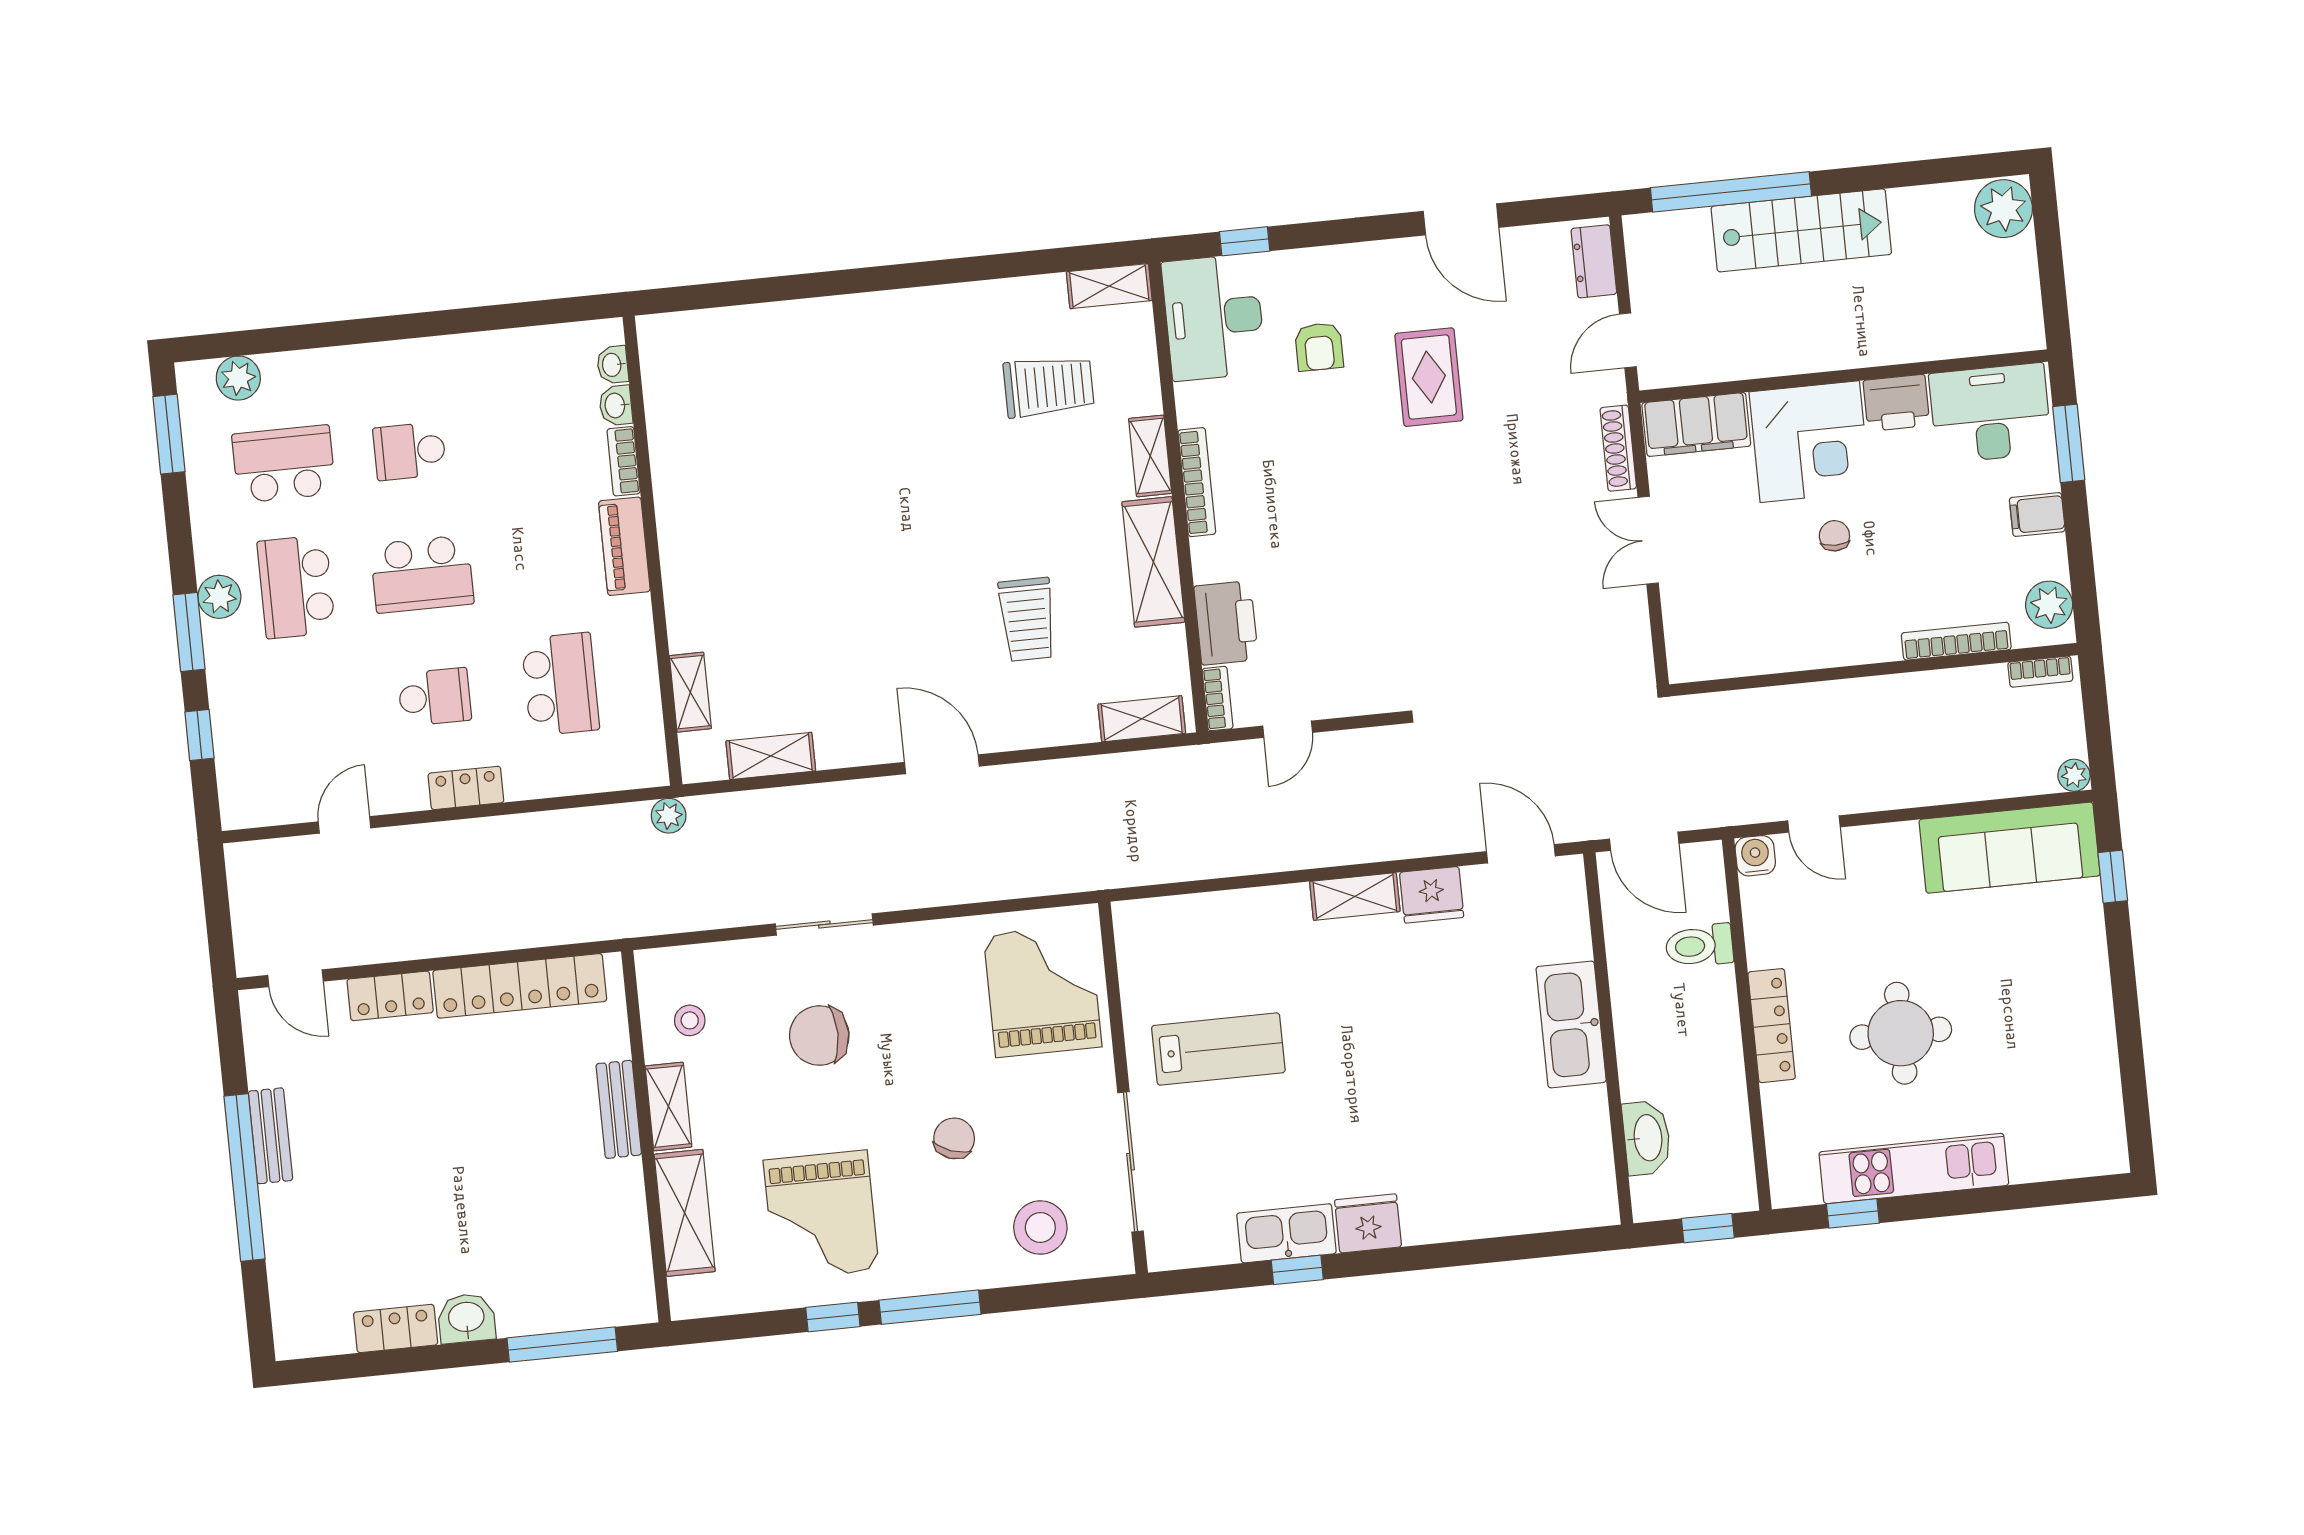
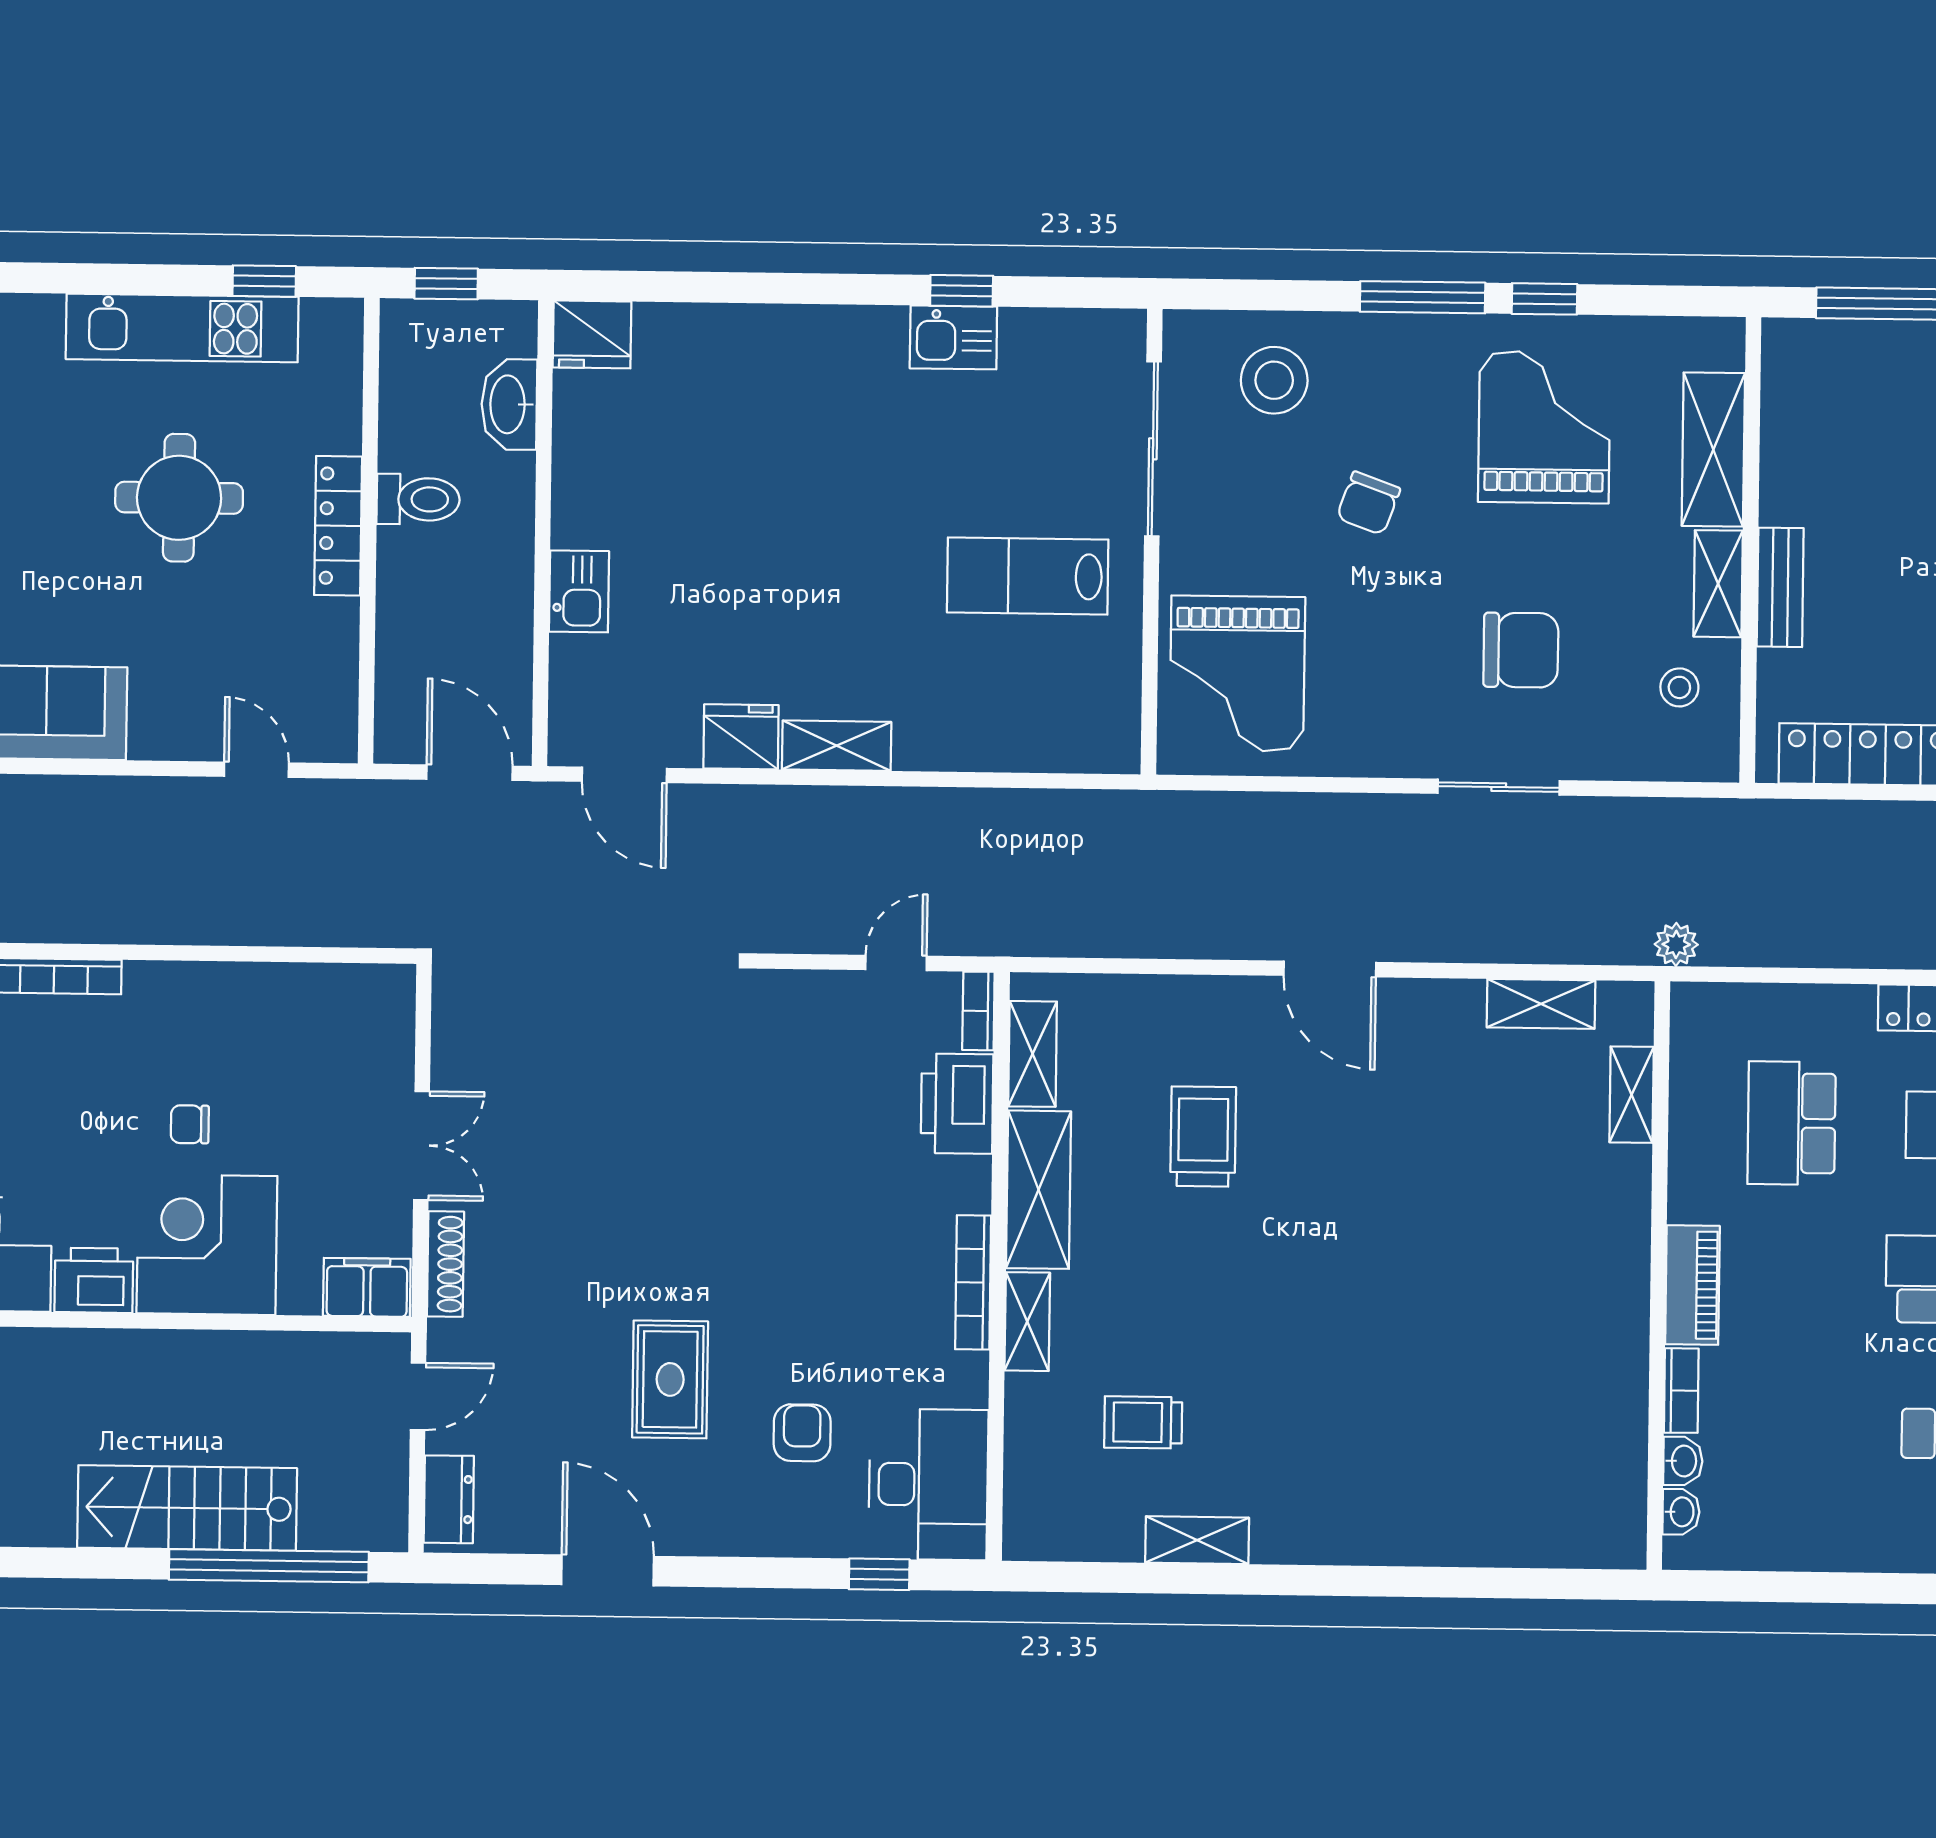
shelving: (1109, 286) -> (1197, 1540), moved
trolley: (1049, 386) -> (1143, 1422), width x0.73, depth x0.72
filing cabinet: (1696, 424) -> (367, 1287), width x0.67, depth x0.86
chair: (1834, 536) -> (190, 1124), turned 90
shelving: (1142, 719) -> (1033, 1054), moved, turned 90
water cooler: (1755, 856) -> (334, 739), removed
toilet: (1699, 946) -> (418, 499), moved
kitchen sink: (1571, 1024) -> (579, 591), width x0.53, depth x0.81
fridge: (1368, 1223) -> (592, 334), moved
kitchen sink: (1286, 1233) -> (953, 337), width x0.73

